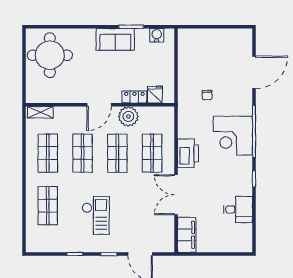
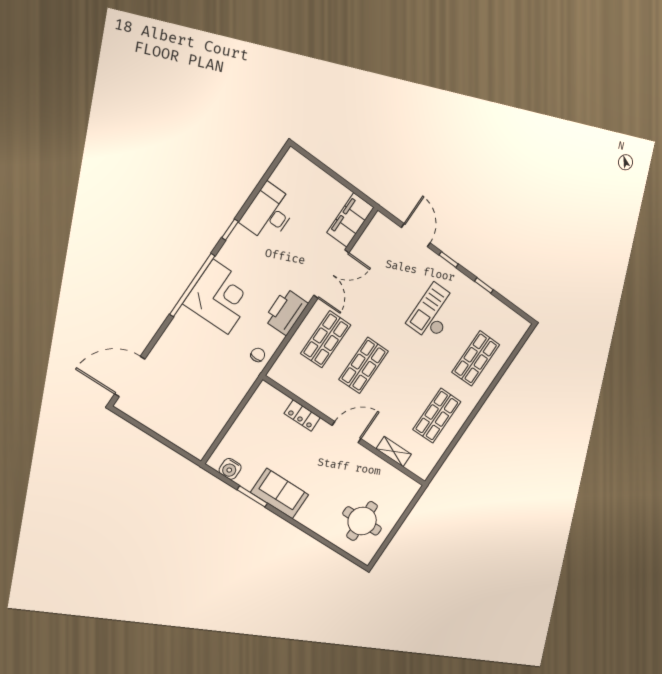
round table: (50, 55) -> (362, 521), width x0.73, depth x0.73
door: (254, 72) -> (130, 377), moved
fridge: (155, 95) -> (278, 403), removed
chair: (207, 95) -> (258, 355), moved
shelving: (40, 112) -> (394, 452), moved
plant: (128, 116) -> (324, 398), removed
shop shelf: (83, 153) -> (401, 391), removed
desk: (238, 209) -> (269, 213), width x1.37

